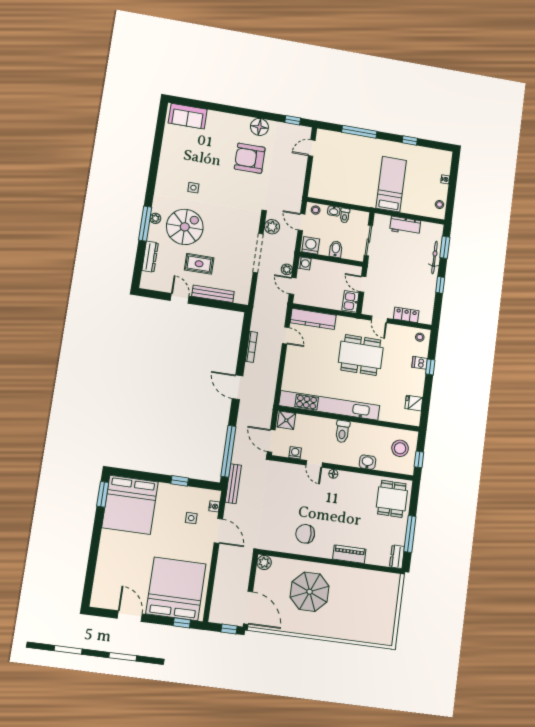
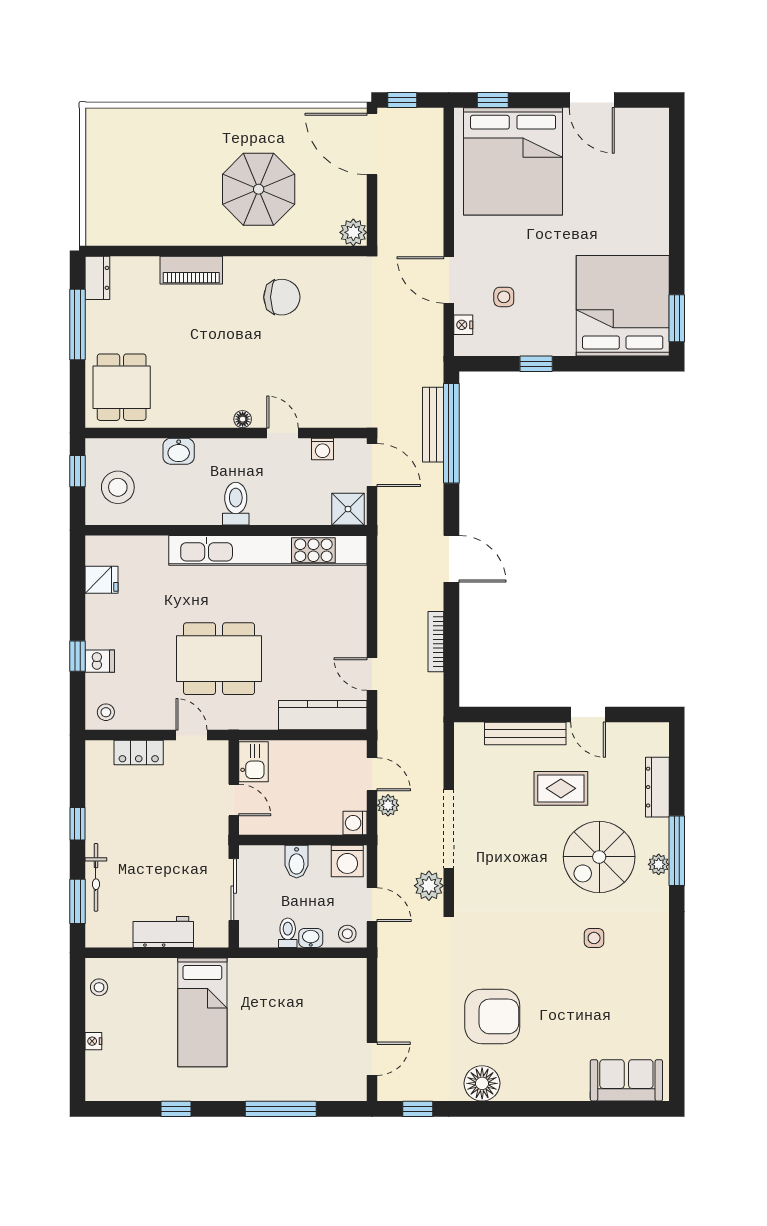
bench: (233, 484) -> (433, 425), moved

